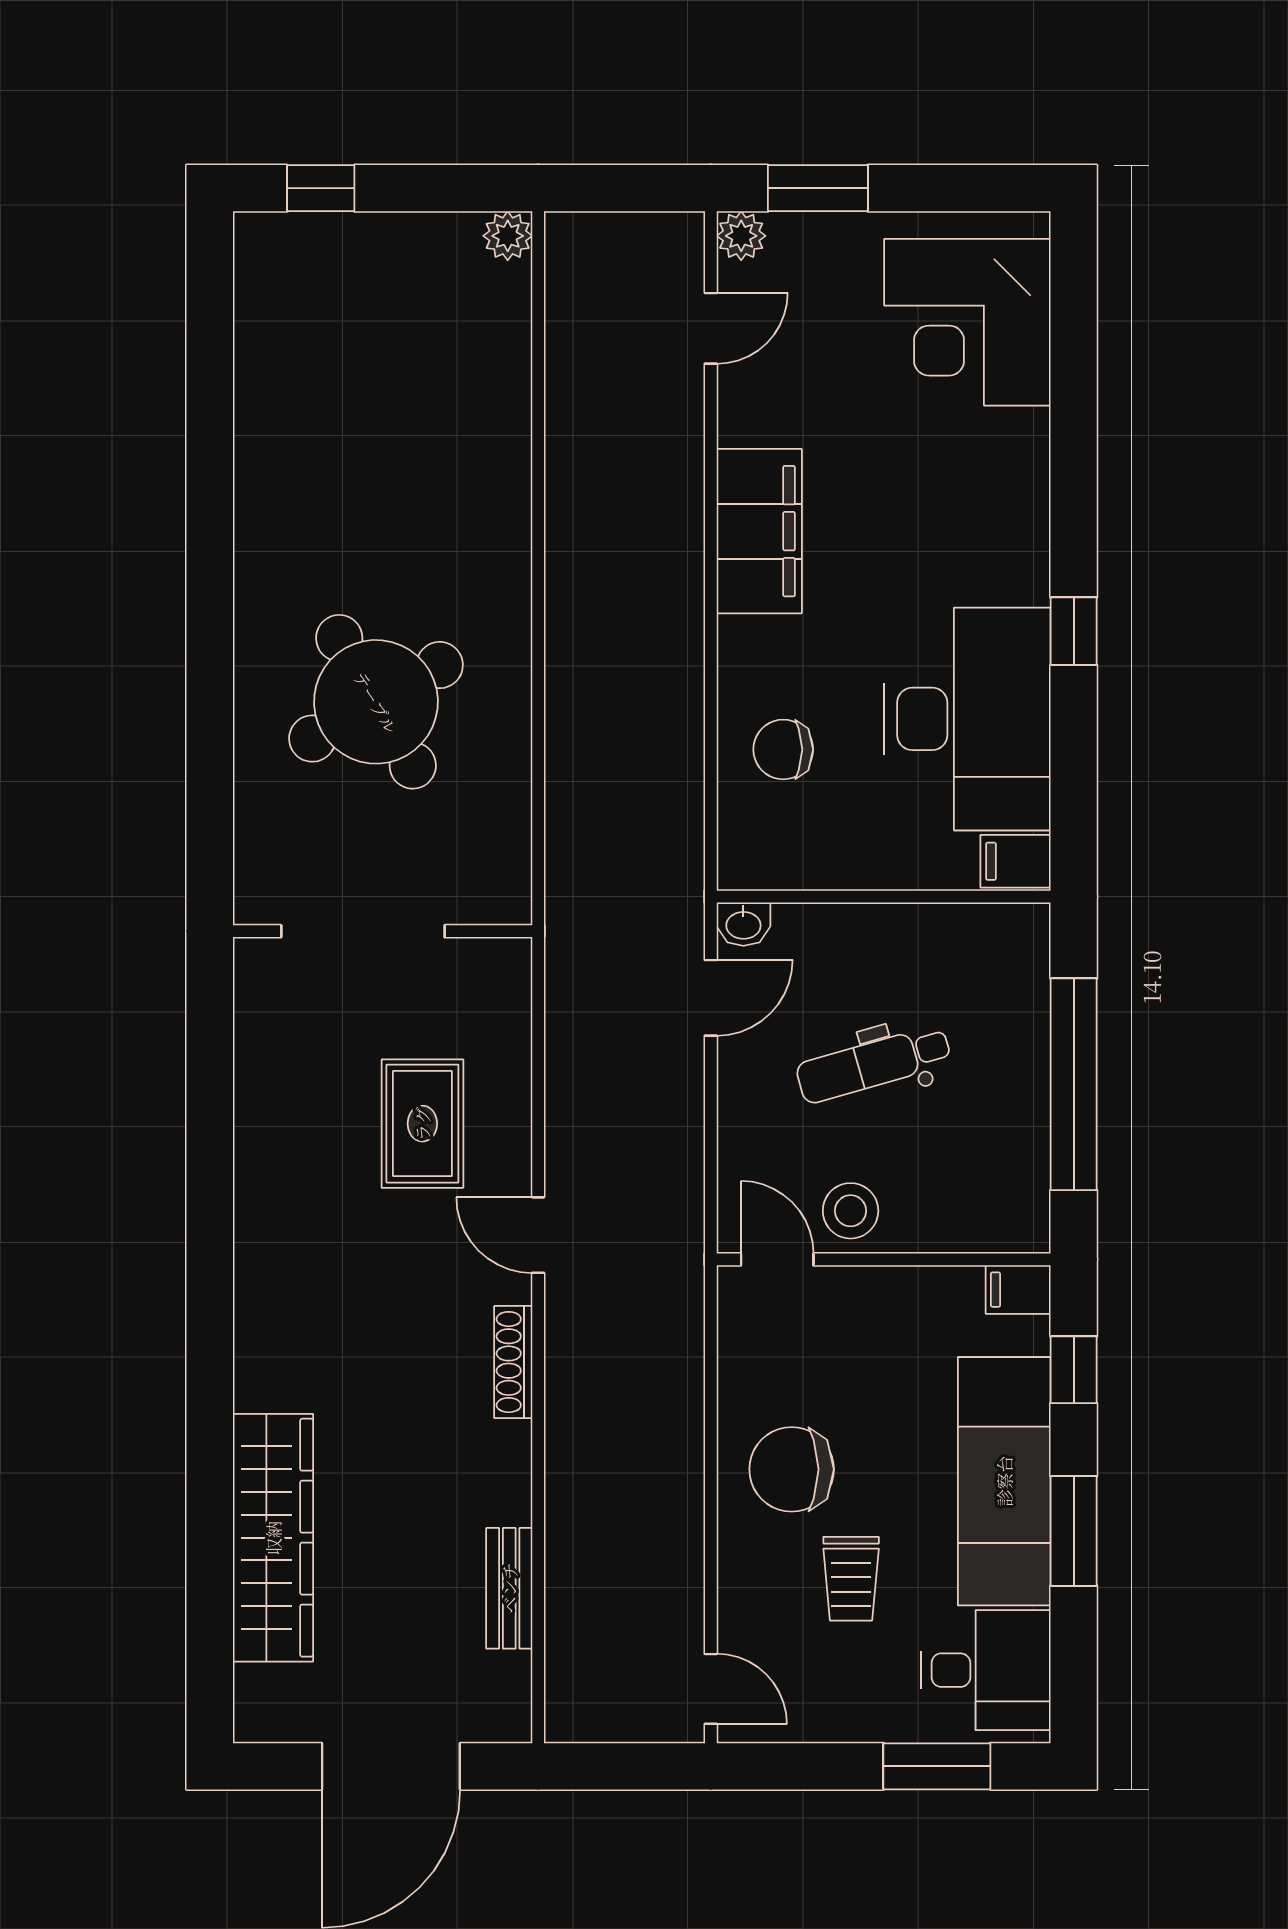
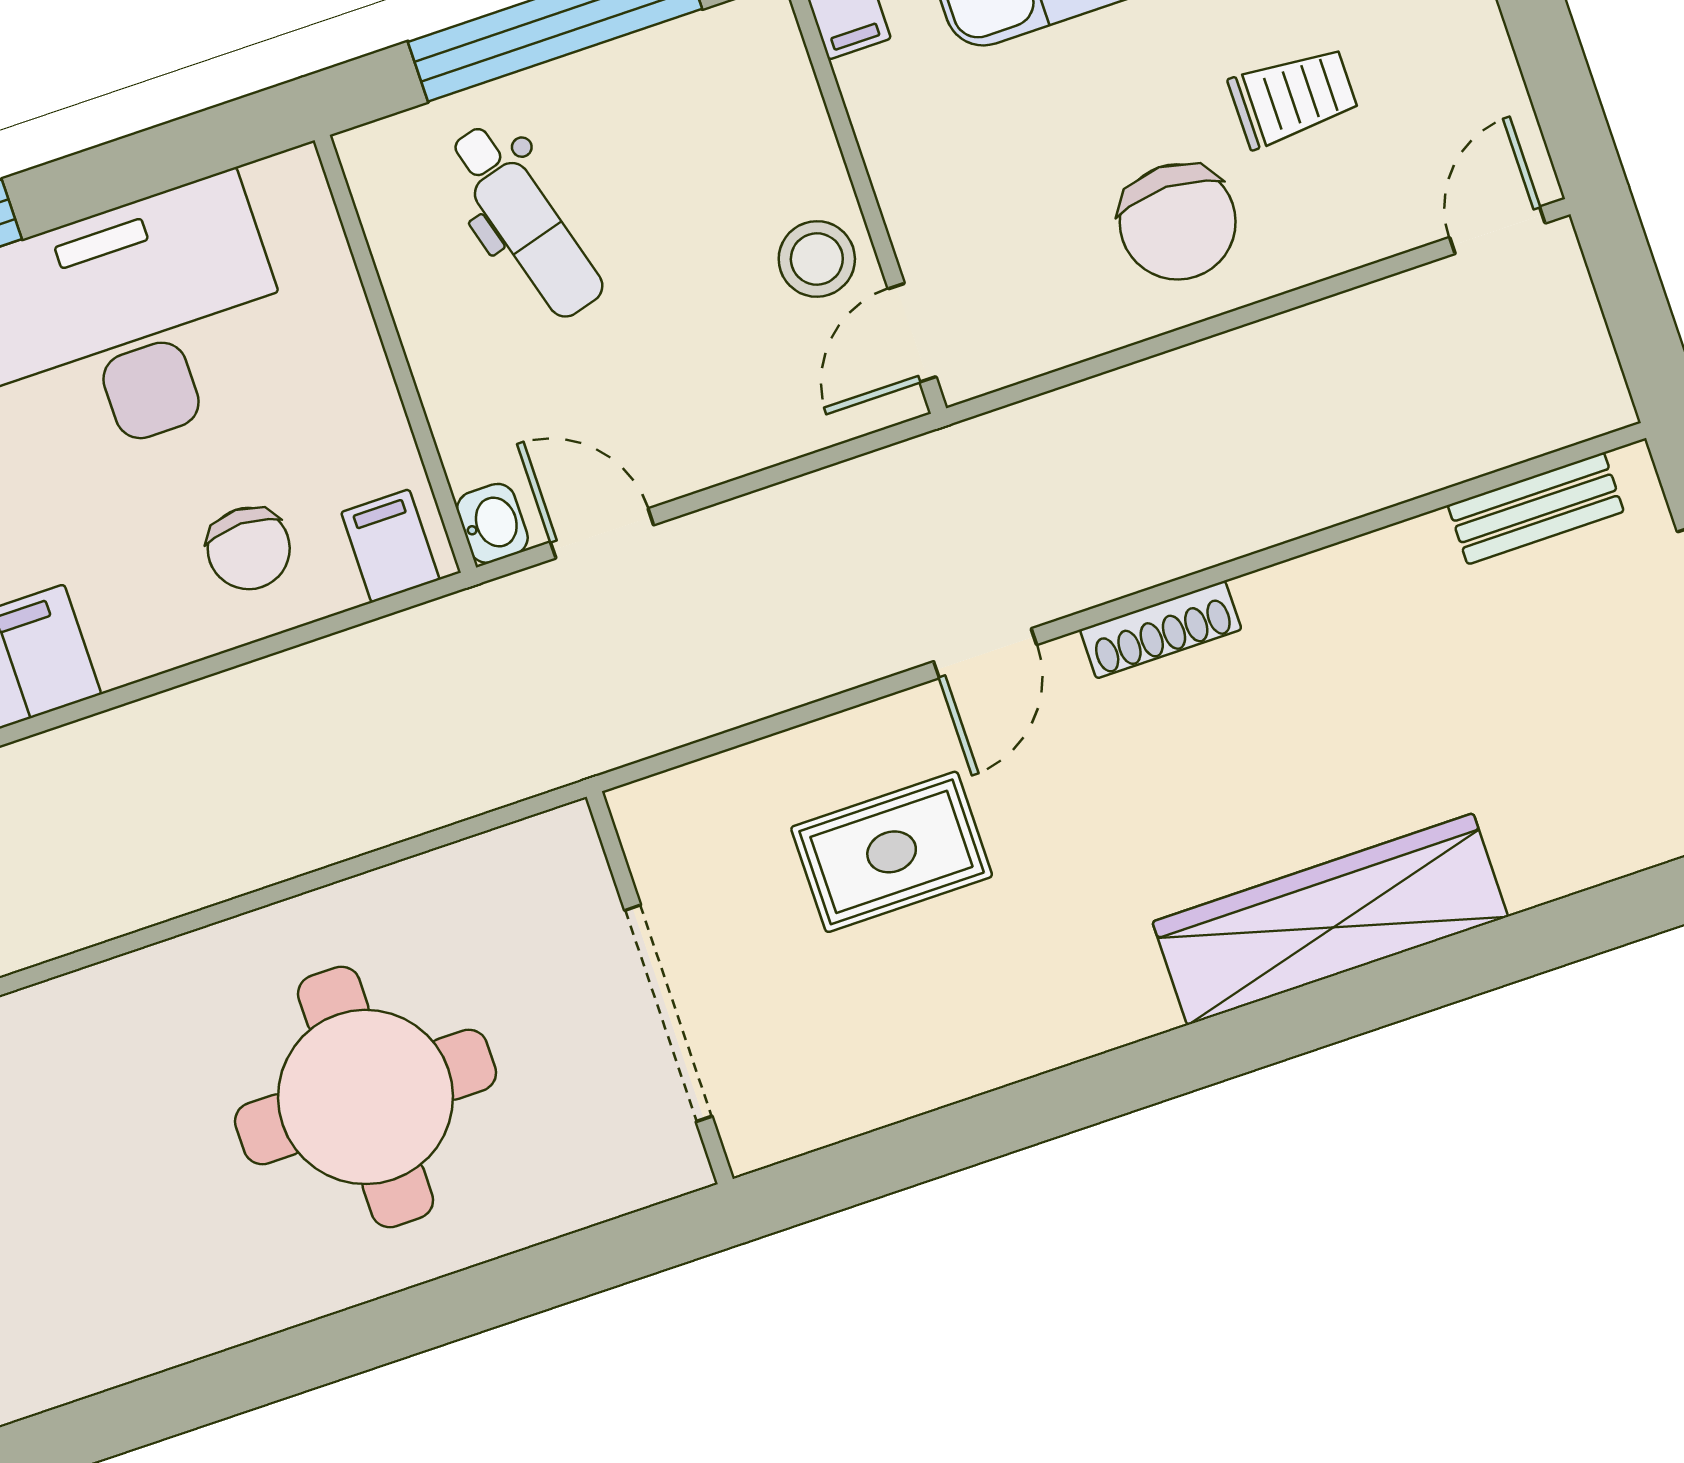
round table: (376, 702) -> (366, 1097), turned 30
filing cabinet: (1016, 861) -> (390, 546), moved, turned 180
dental chair: (874, 1064) -> (526, 221), moved
wardrobe: (273, 1538) -> (1330, 919), moved
bench: (509, 1588) -> (1536, 508), moved

